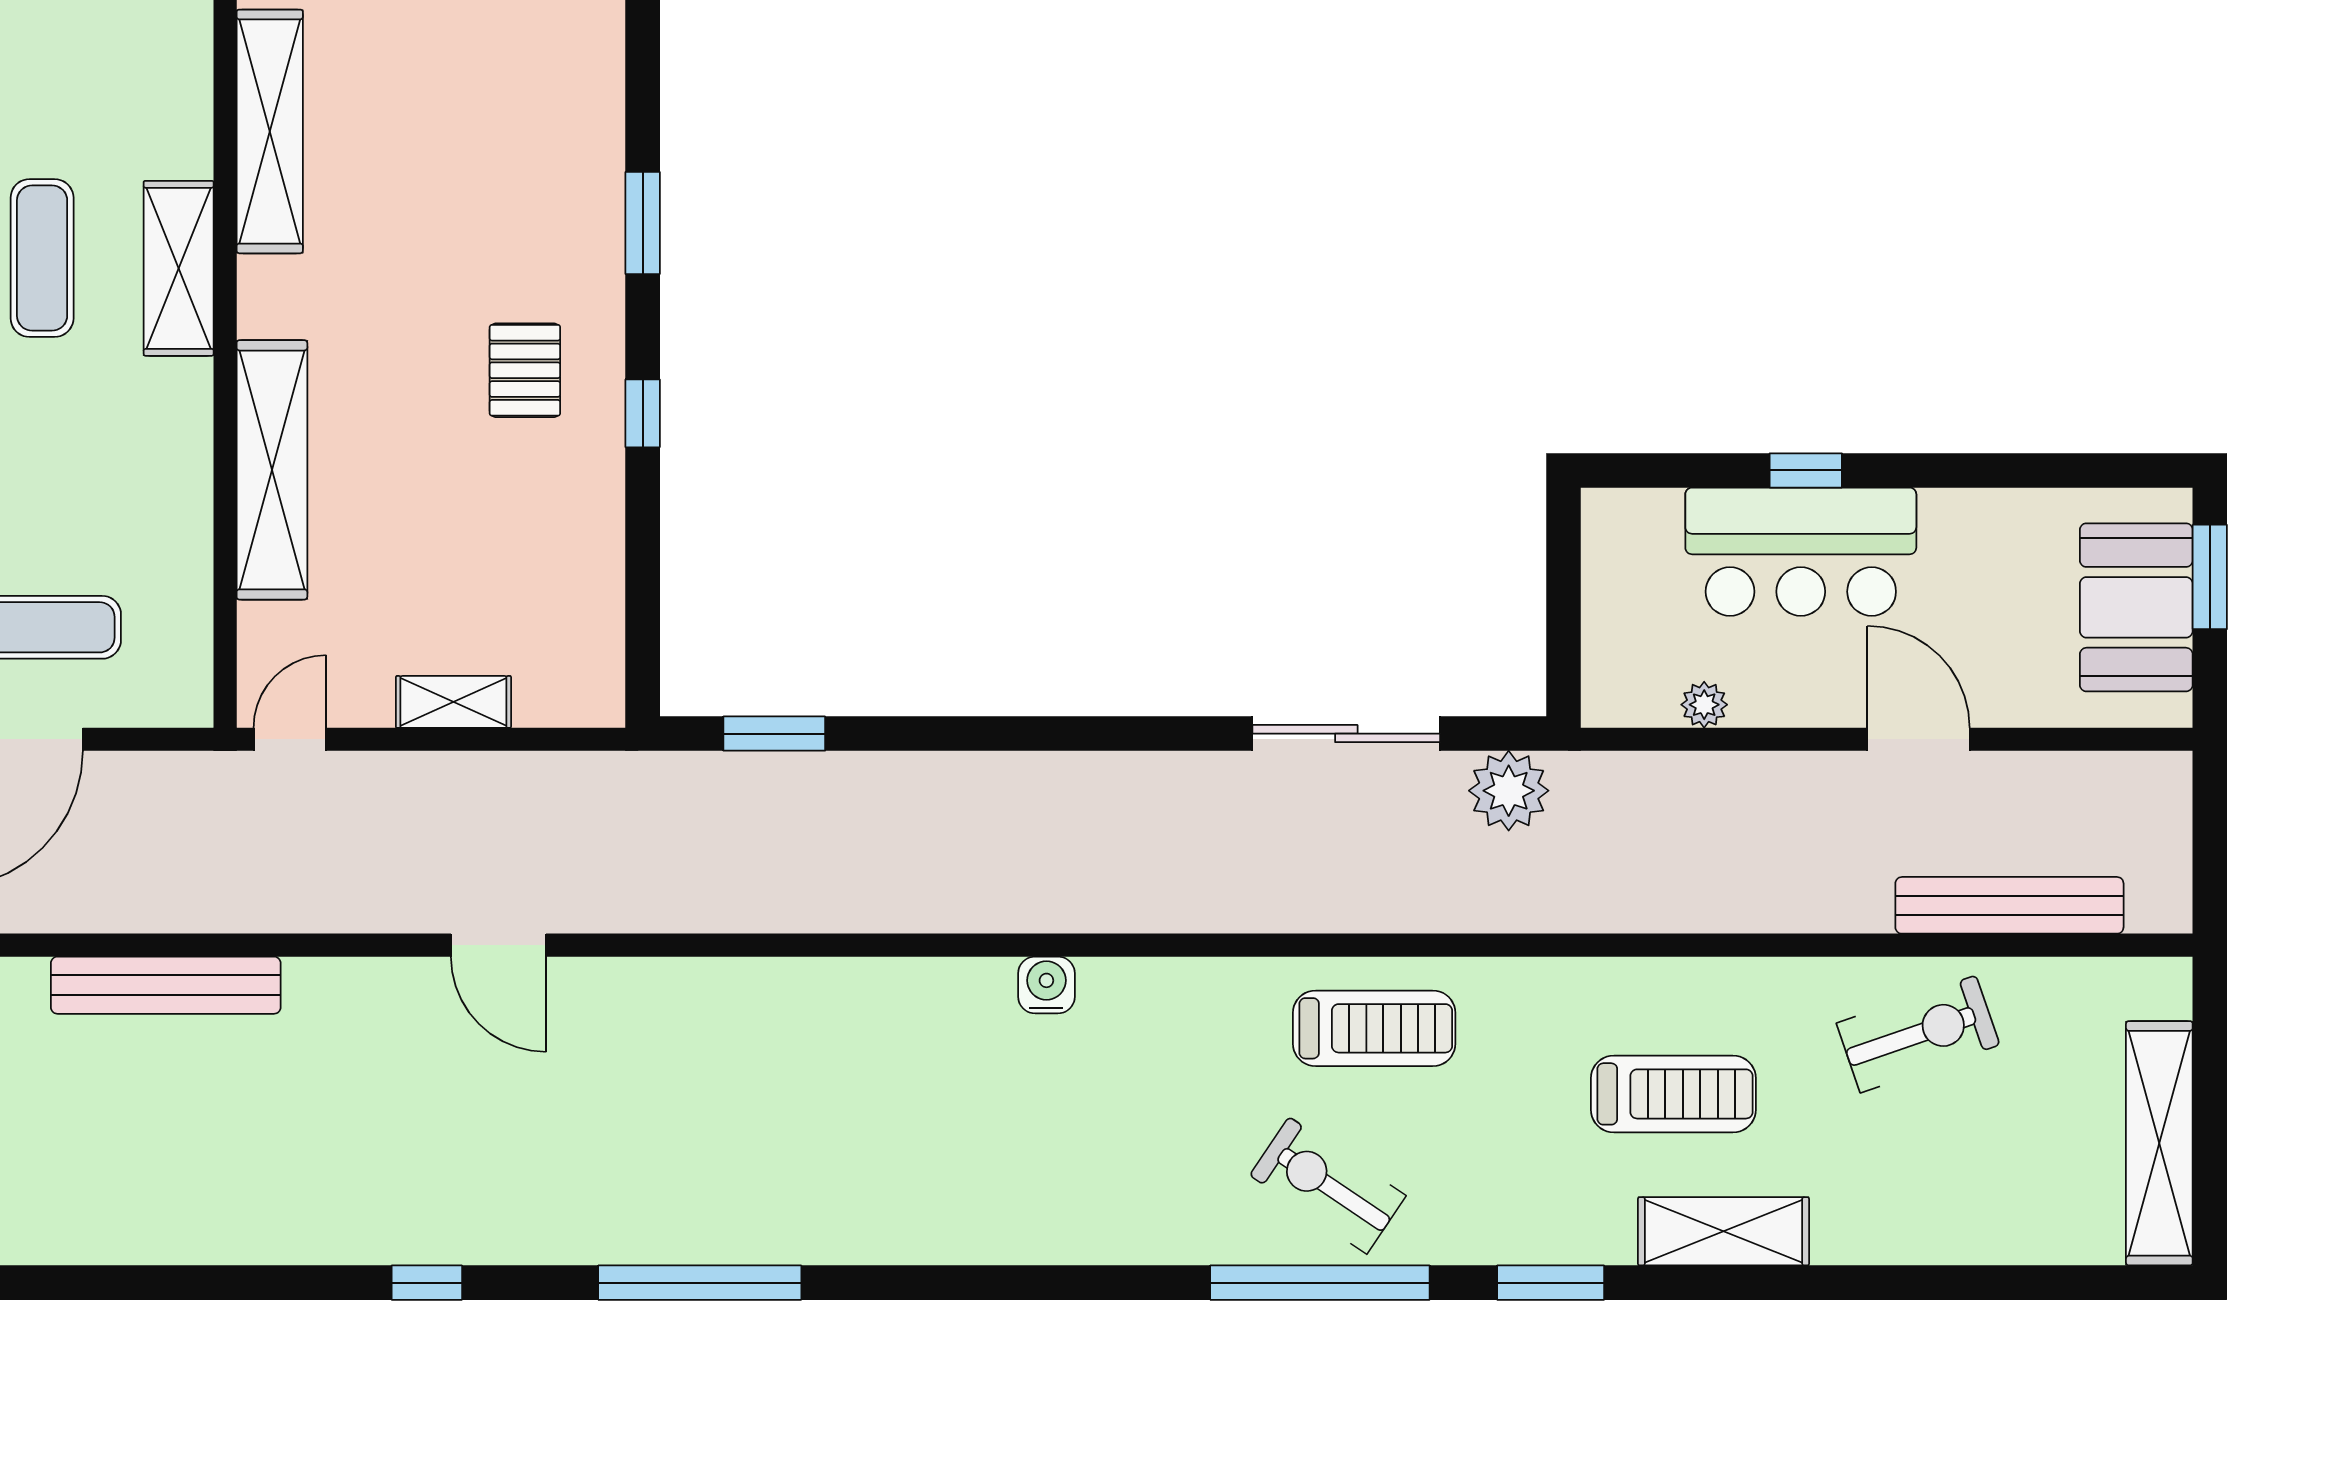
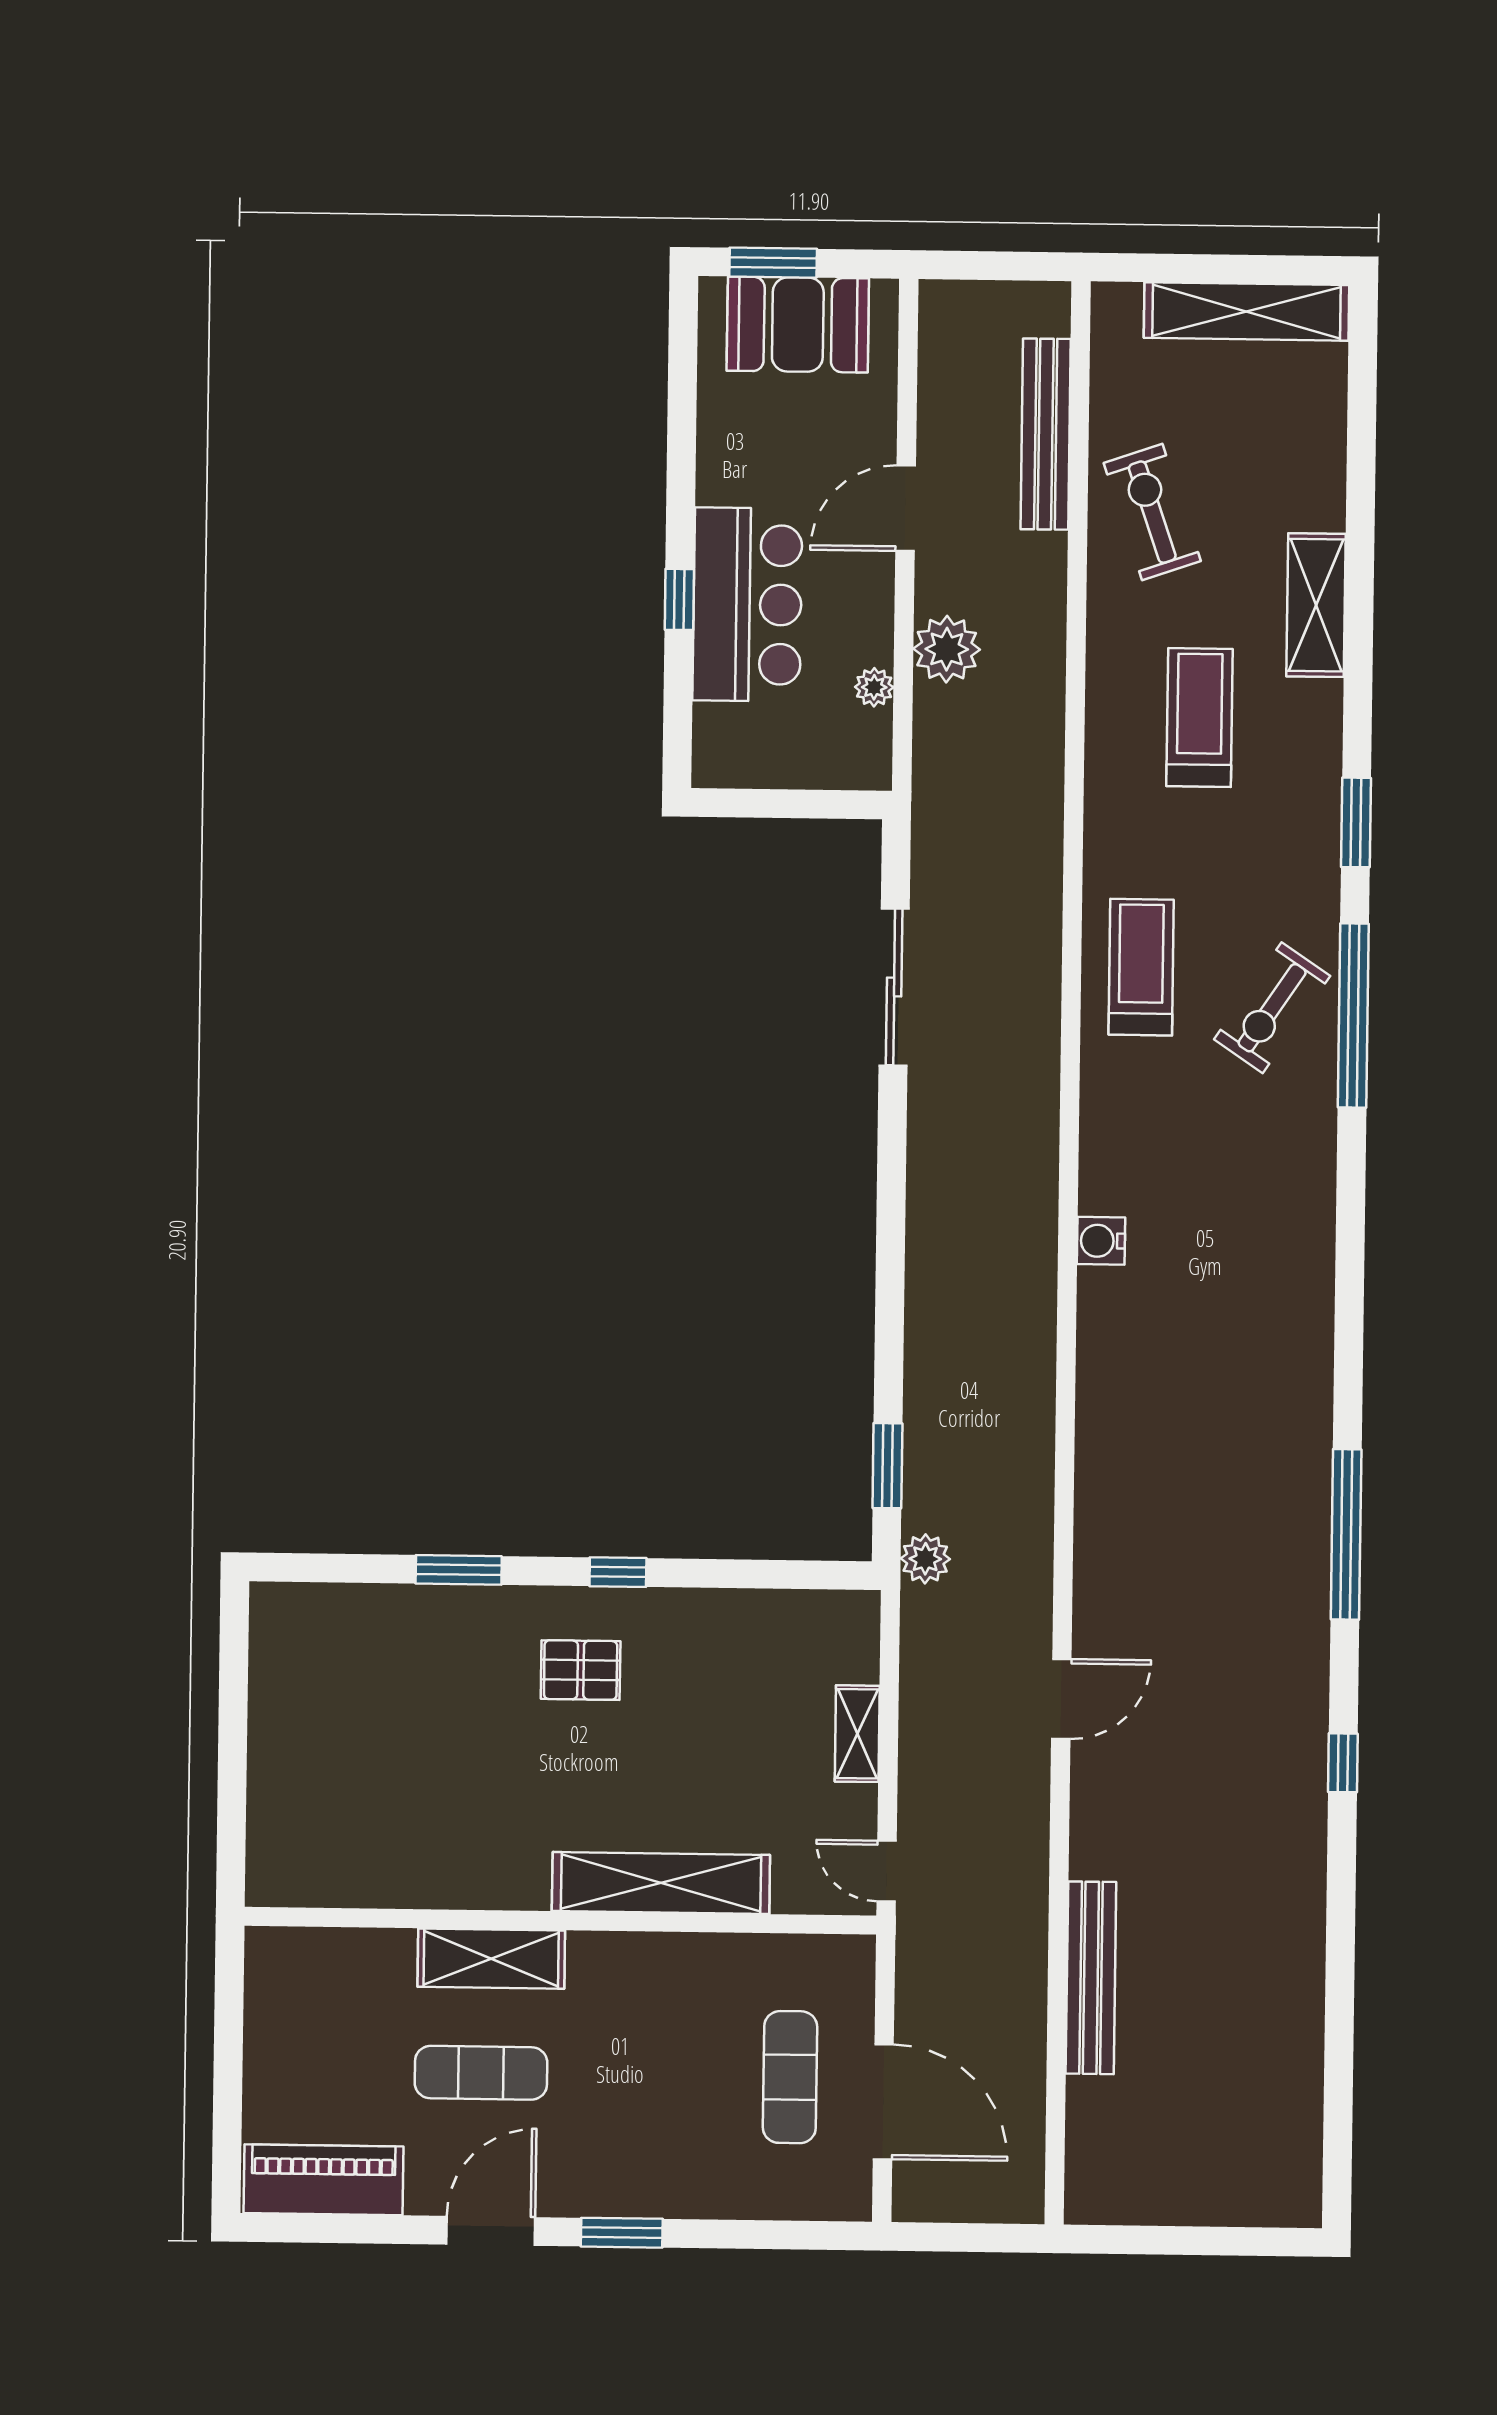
shelving: (270, 131) -> (378, 1881), removed
plant: (664, 780) -> (925, 1559), added
plant: (1509, 791) -> (947, 649), moved
shelving: (1723, 1231) -> (1316, 605), moved

